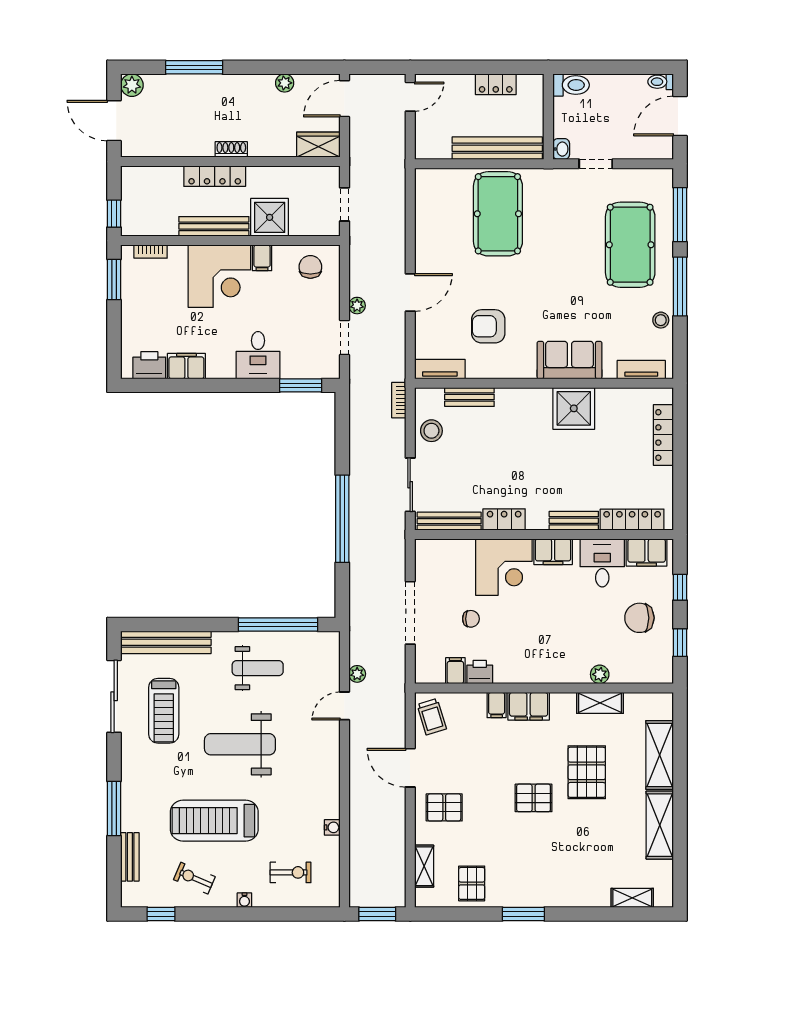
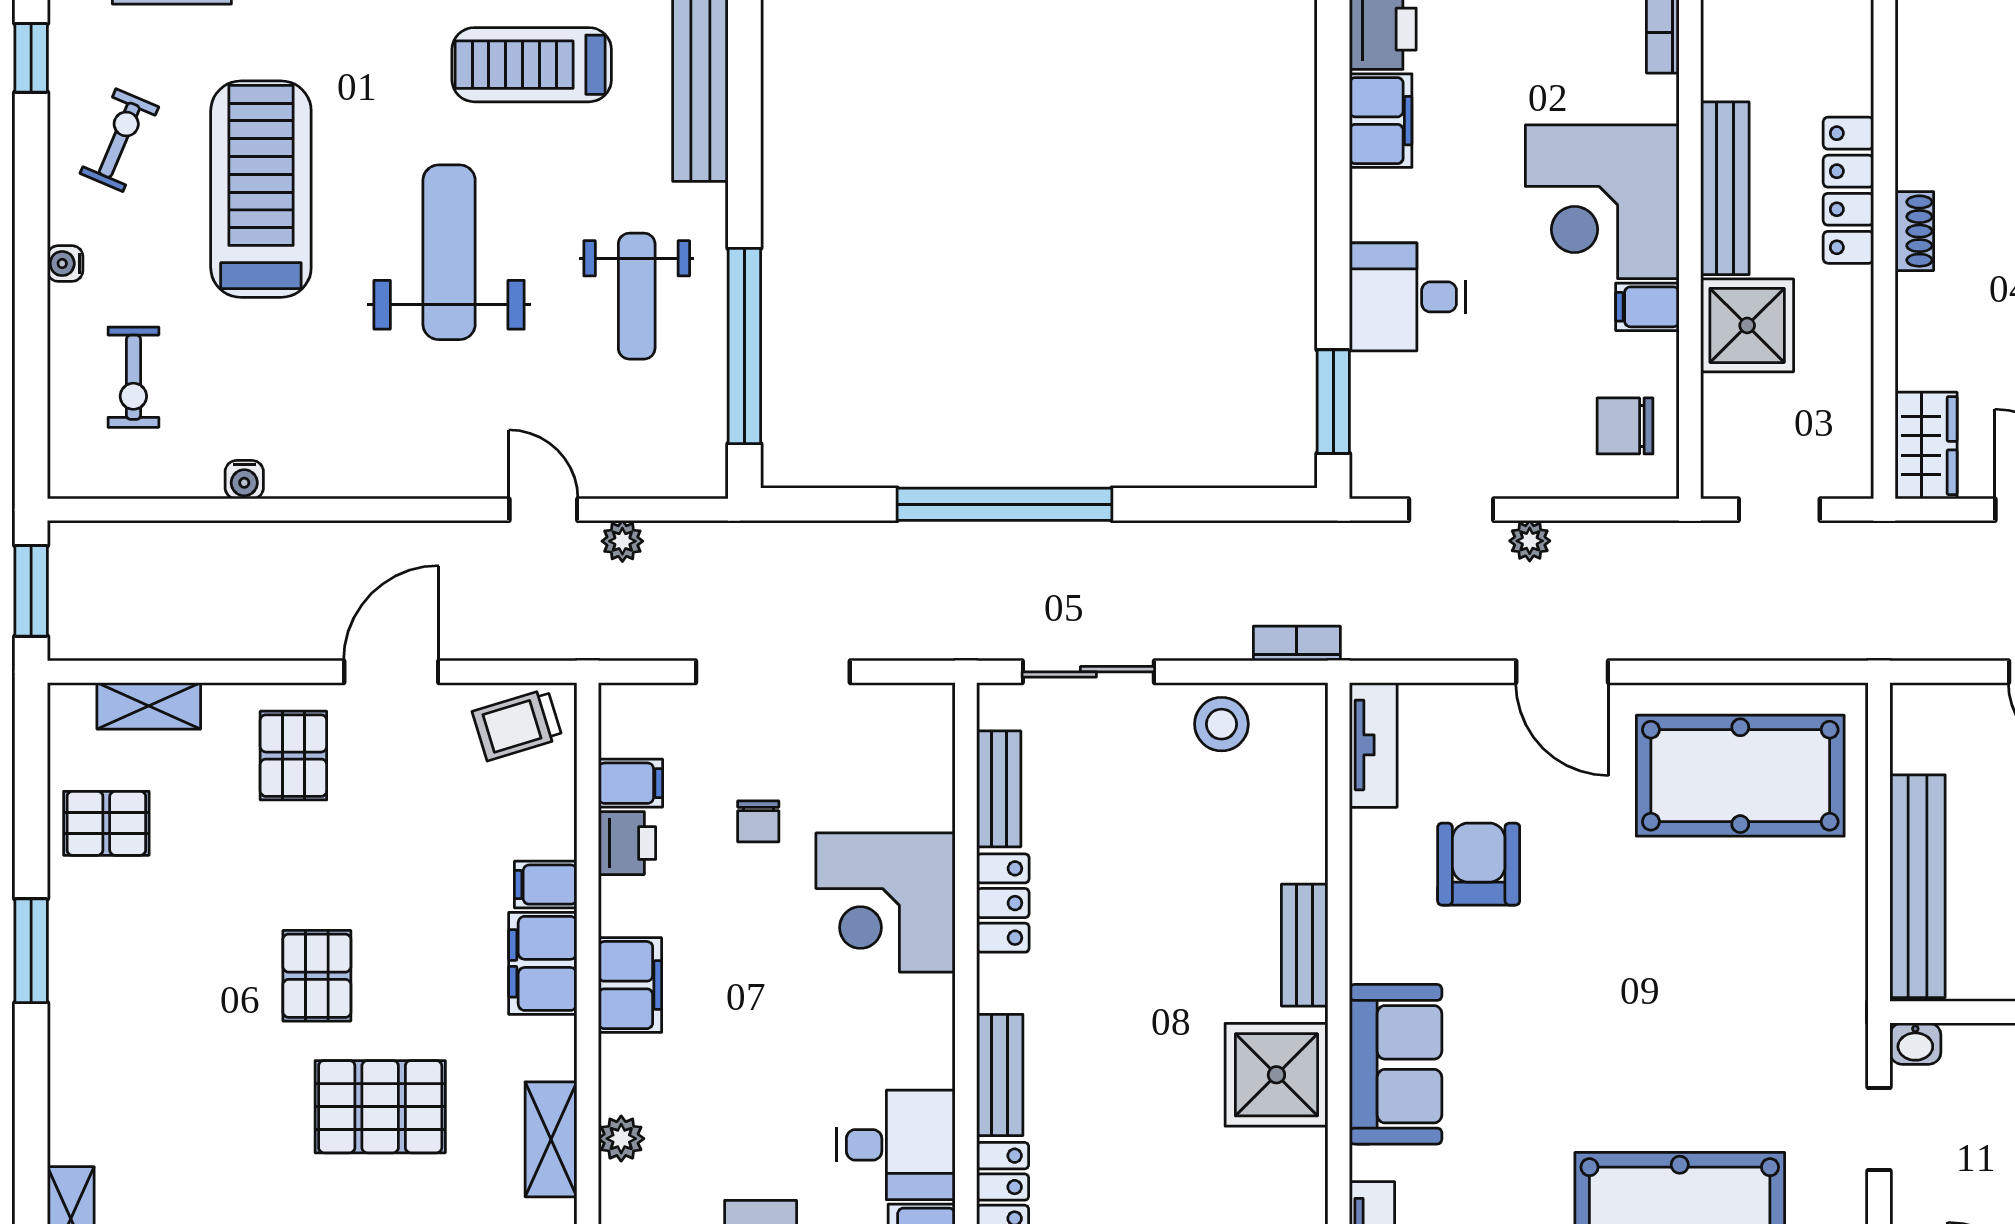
pool table: (498, 214) -> (1740, 776), moved
chair: (310, 267) -> (1625, 426), turned 180
bench: (469, 397) -> (1305, 945), moved
bench: (449, 521) -> (999, 789), width x0.73
filing cabinet: (553, 552) -> (630, 985), moved, turned 180

